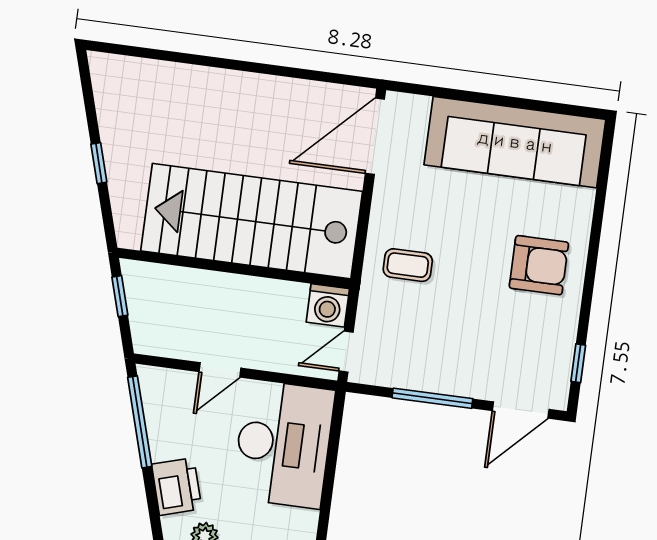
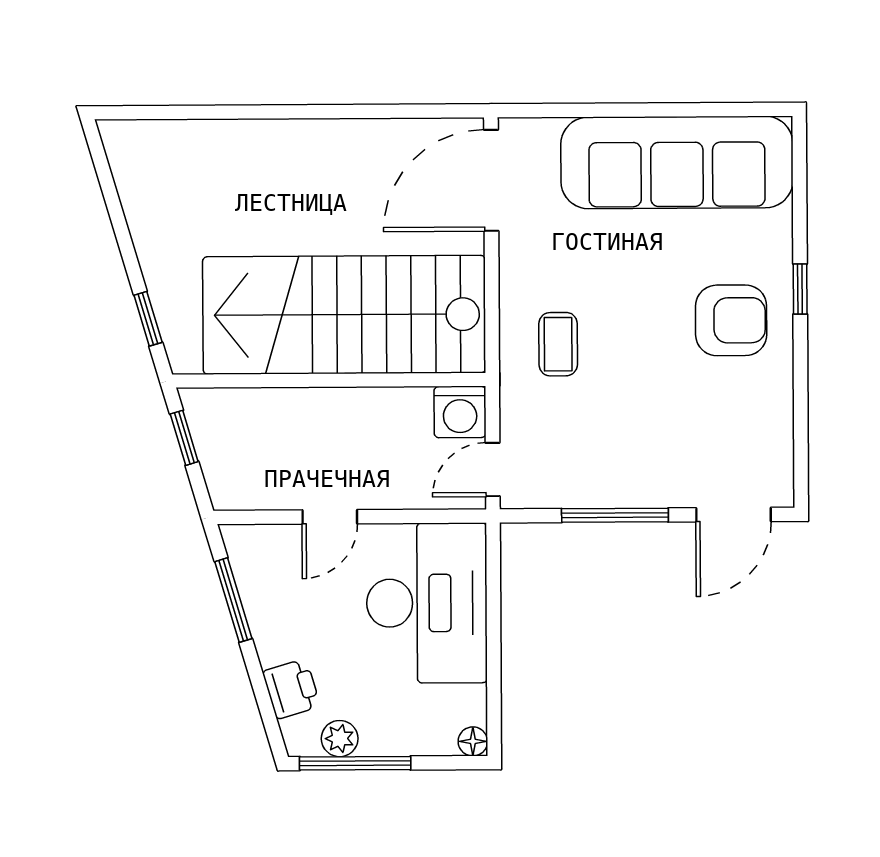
window: (99, 163) -> (148, 319), moved
coffee table: (408, 265) -> (558, 344), turned 90
window: (578, 363) -> (800, 289), moved
window: (140, 422) -> (233, 600), width x0.69
printer: (177, 487) -> (291, 689), width x0.73, depth x0.81

